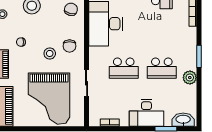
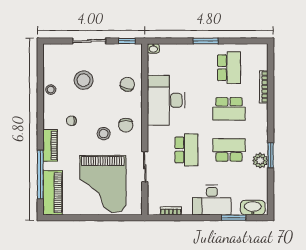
school desk: (162, 31) -> (229, 109), added
window: (199, 56) -> (271, 155), moved
school desk: (124, 68) -> (186, 150), turned -90
school desk: (162, 68) -> (229, 150), turned 180

